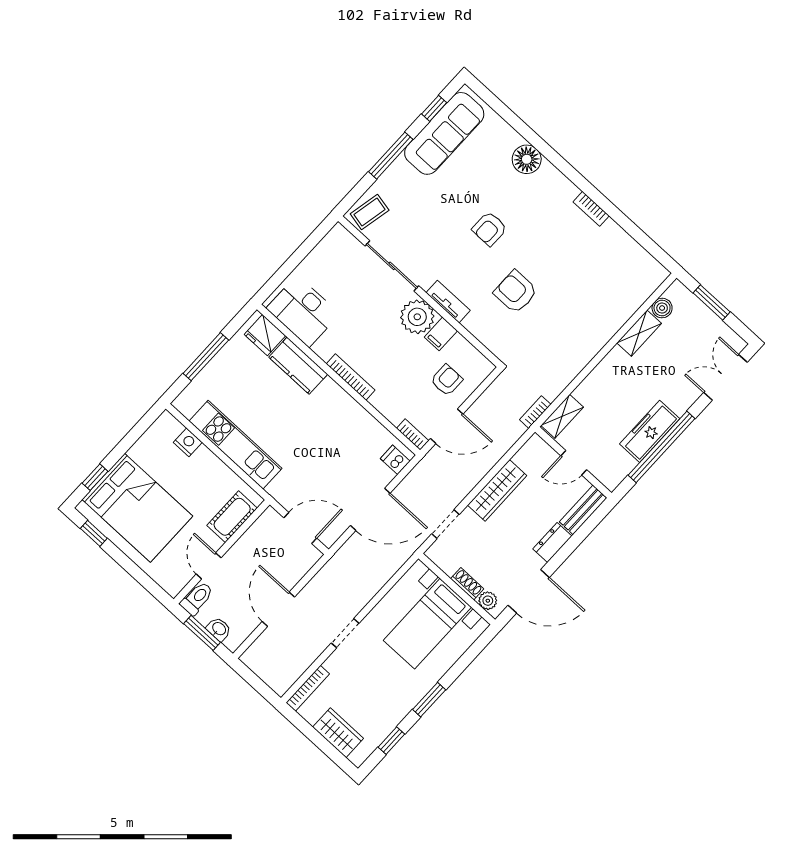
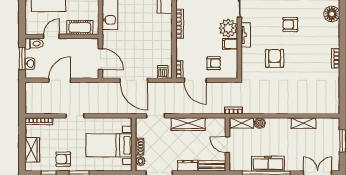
boiler: (662, 308) -> (260, 123), moved
armchair: (389, 703) -> (63, 159), added

